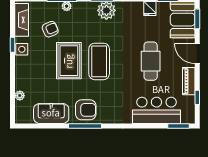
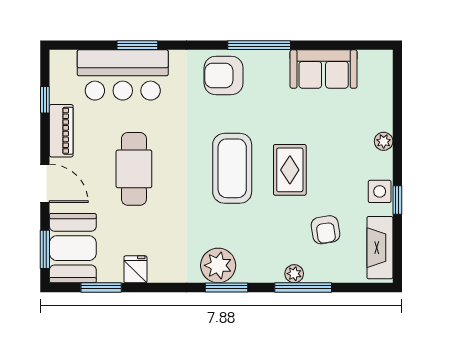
armchair: (50, 29) -> (325, 230), turned -76
rug: (69, 61) -> (290, 170), width x0.73, depth x0.70
plant: (20, 96) -> (384, 141), moved
armchair: (86, 110) -> (224, 75), moved
window: (178, 126) -> (137, 45), moved

